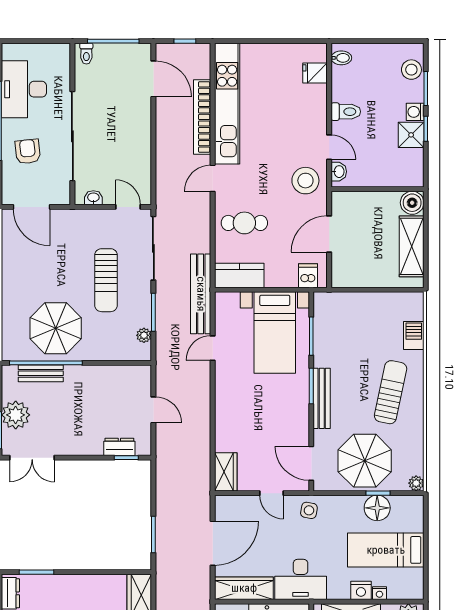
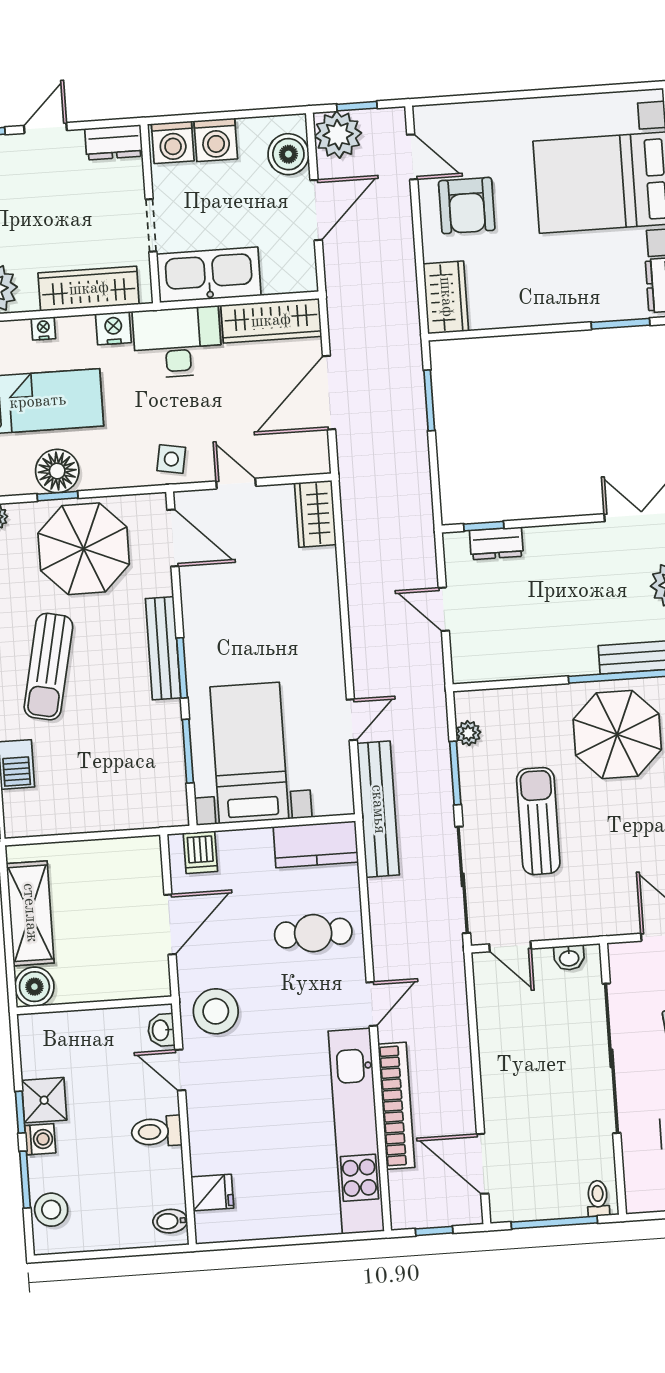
nightstand: (361, 590) -> (113, 328), moved

